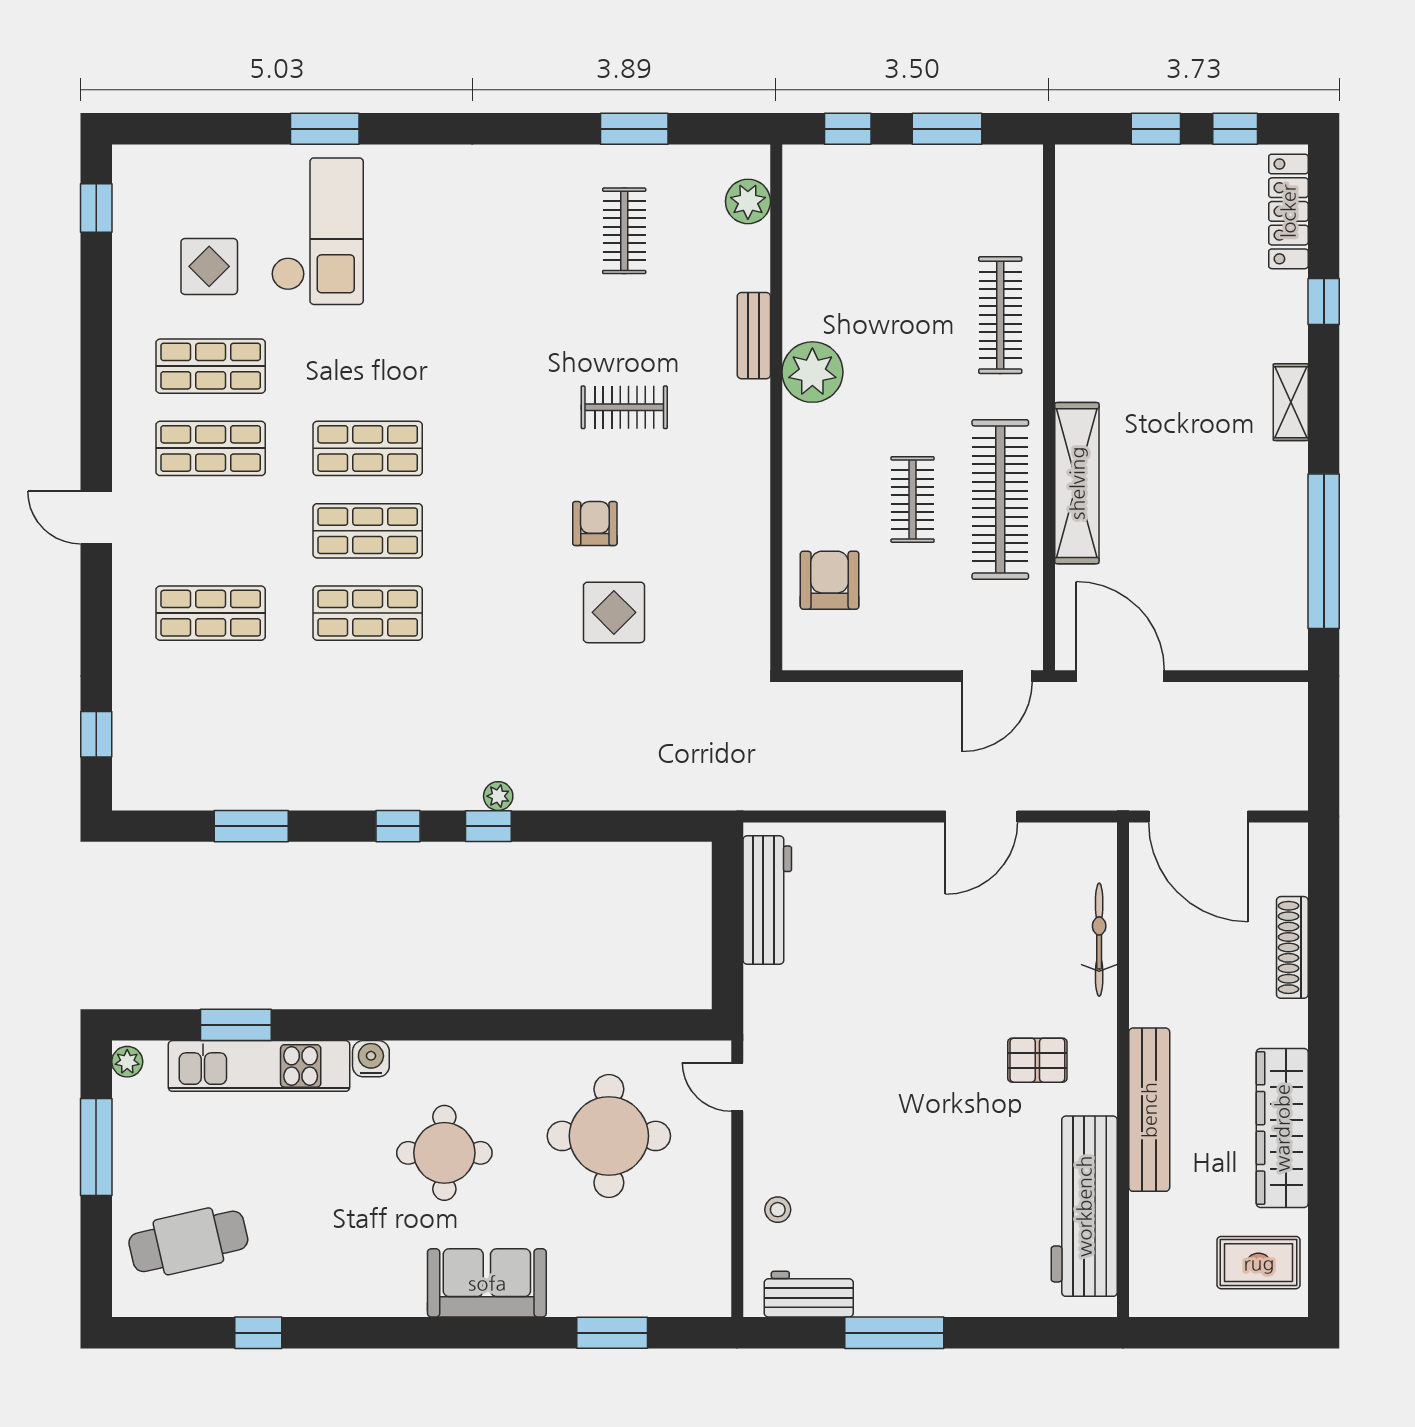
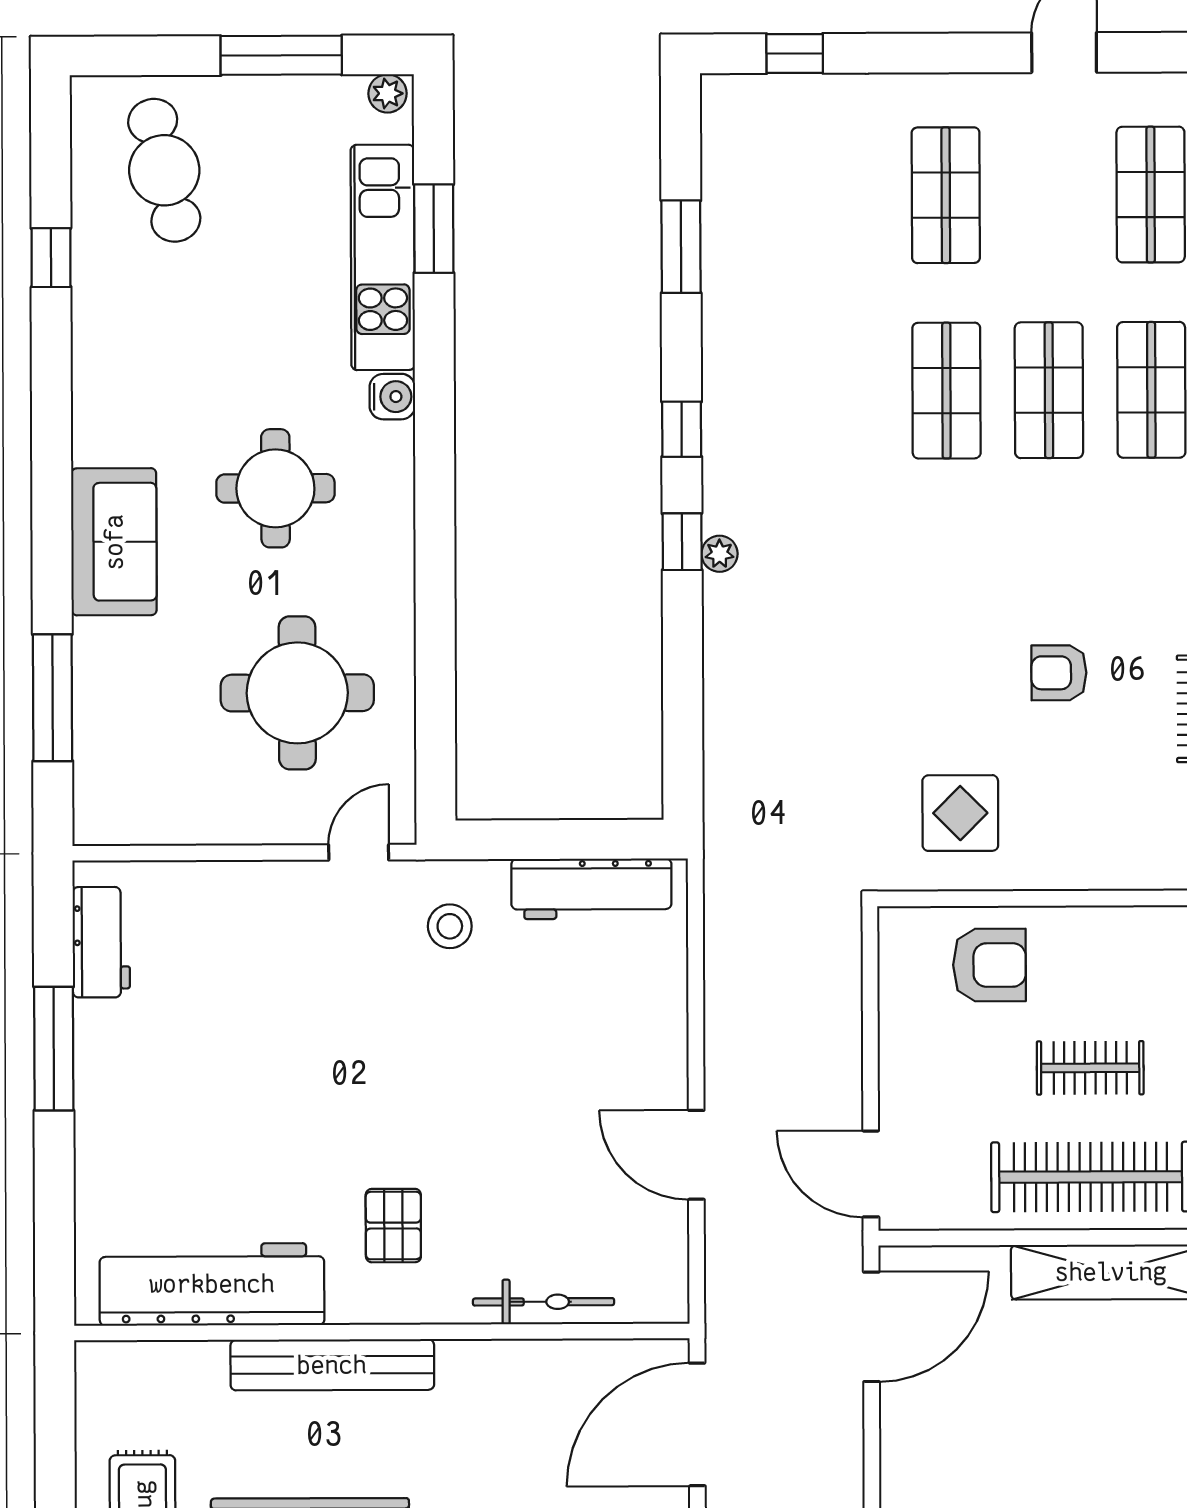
armchair: (595, 524) -> (1059, 673), turned 180
display table: (614, 612) -> (960, 813), moved
stool: (778, 1210) -> (450, 926), moved, width x1.37, depth x1.37
window: (612, 1333) -> (53, 698), width x1.44

